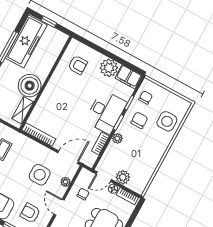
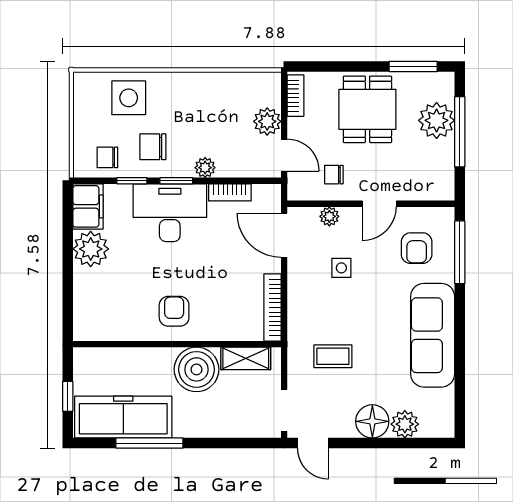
armchair: (78, 65) -> (174, 311), moved
side table: (40, 175) -> (341, 268), width x0.54, depth x0.54
floor lamp: (113, 189) -> (296, 127), removed

